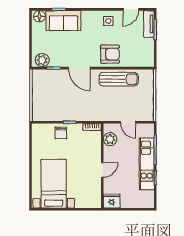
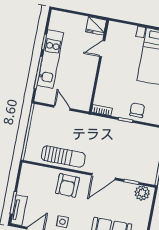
armchair: (110, 54) -> (67, 185), turned -88
door: (79, 68) -> (104, 177), swing flipped
sun lounger: (119, 79) -> (63, 157), turned 180
plant: (110, 139) -> (85, 93), removed
door: (102, 170) -> (102, 49), moved

